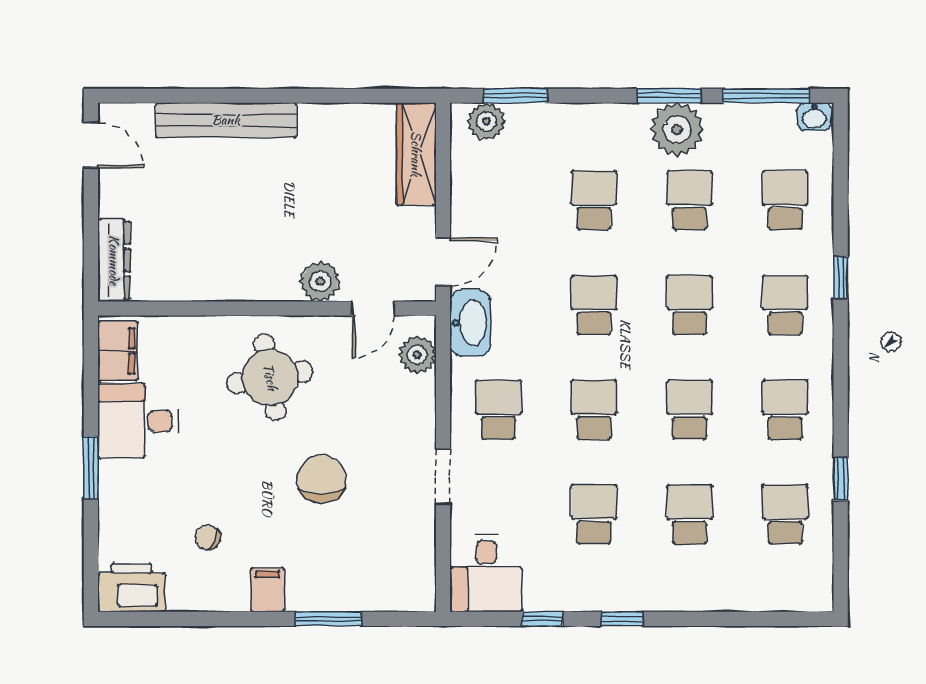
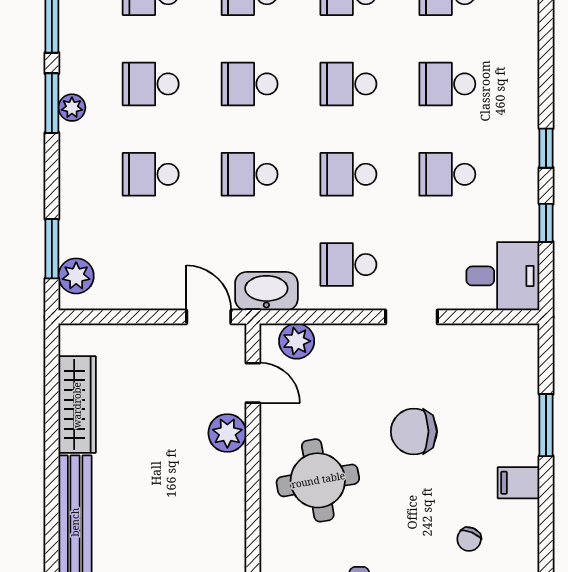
plant: (677, 129) -> (72, 108), width x0.53, depth x0.53
wardrobe: (416, 154) -> (77, 405), moved, turned -90

